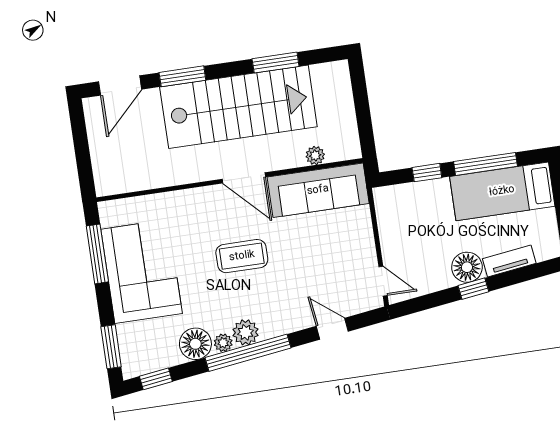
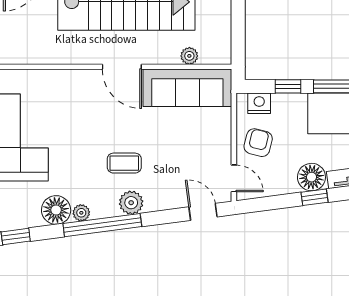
nightstand: (398, 195) -> (259, 103), added
armchair: (404, 238) -> (258, 143), added
coffee table: (242, 256) -> (124, 163), moved, width x0.73, depth x0.77
door: (332, 329) -> (203, 212), moved
plant: (246, 332) -> (131, 203), moved

